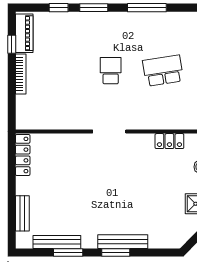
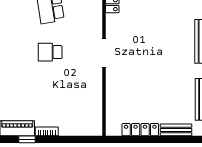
bookcase: (21, 74) -> (47, 131), width x0.64
locker: (23, 155) -> (140, 130), moved

